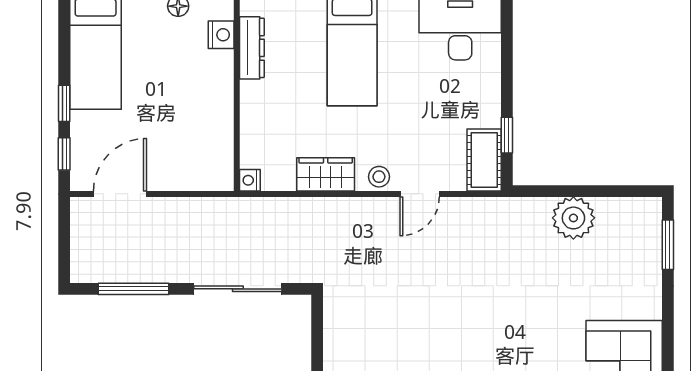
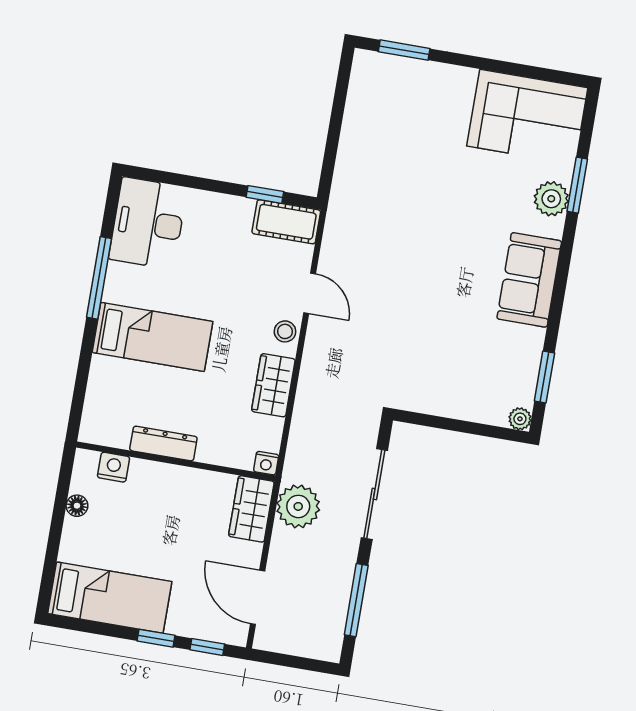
dresser: (252, 48) -> (163, 444), moved
wardrobe: (204, 174) -> (251, 509), added
plant: (573, 218) -> (298, 506), moved

